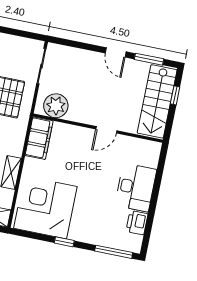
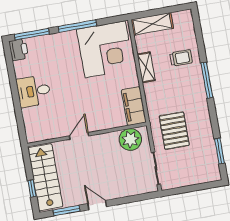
desk: (136, 187) -> (34, 91), width x0.73
printer: (137, 223) -> (19, 50), moved
window: (64, 242) -> (77, 26), width x2.17

